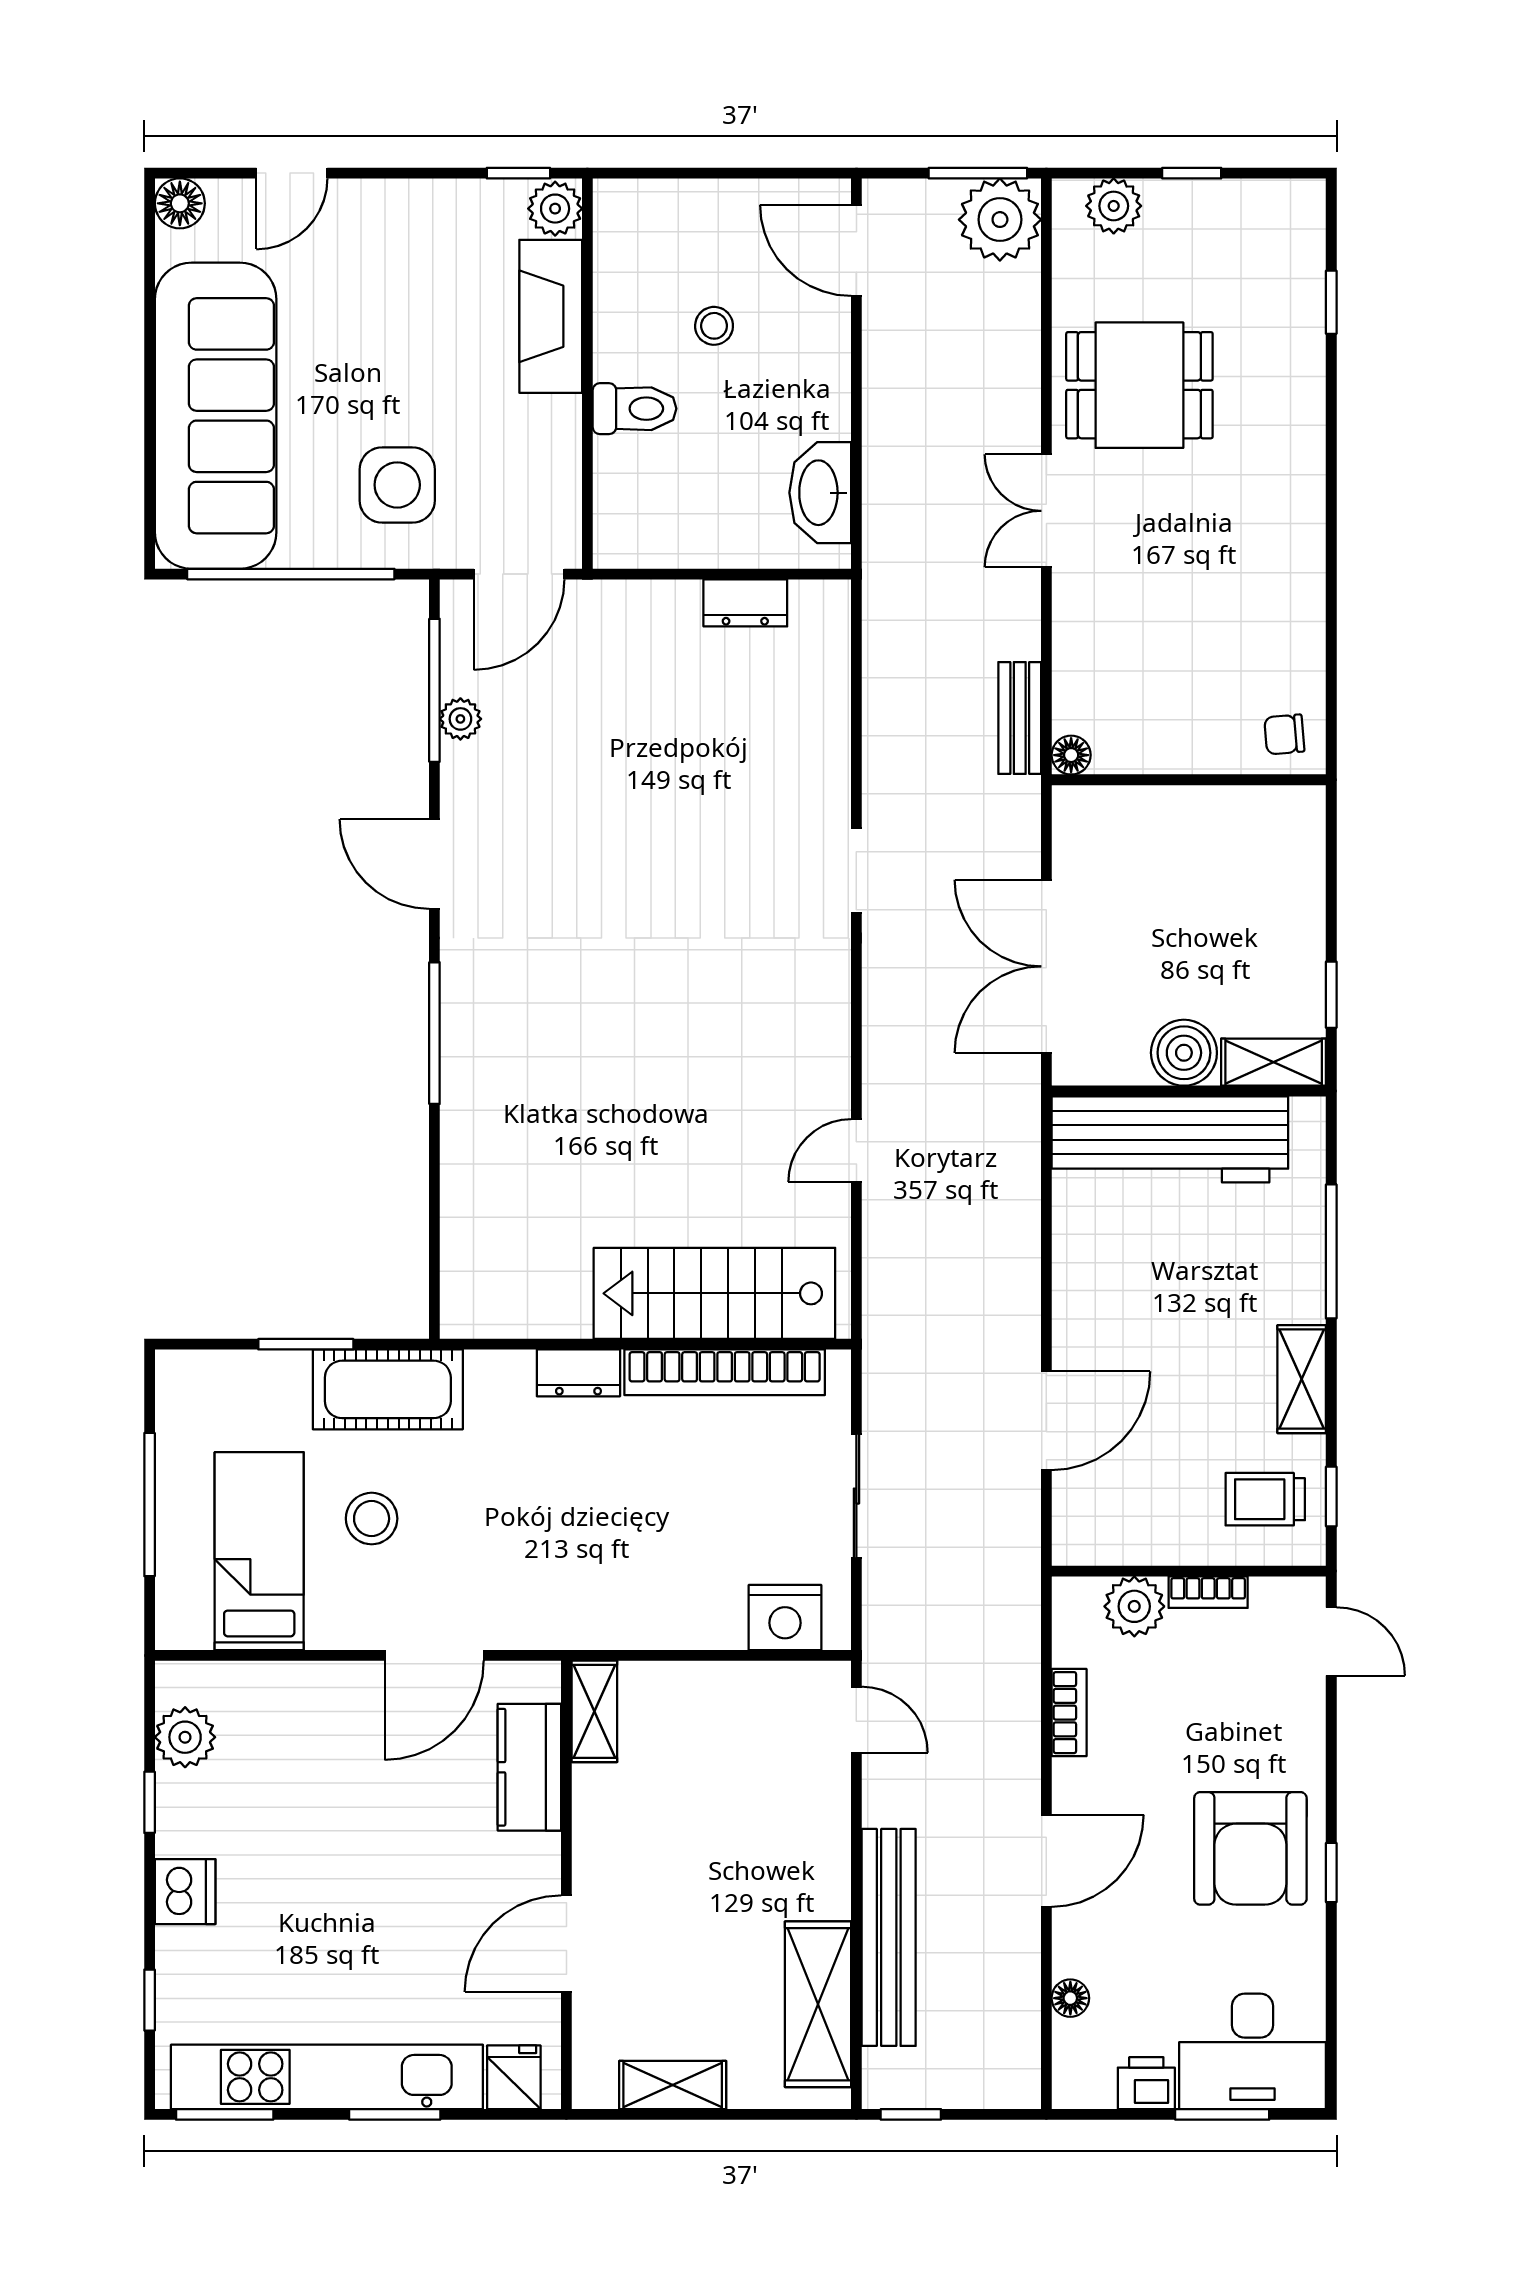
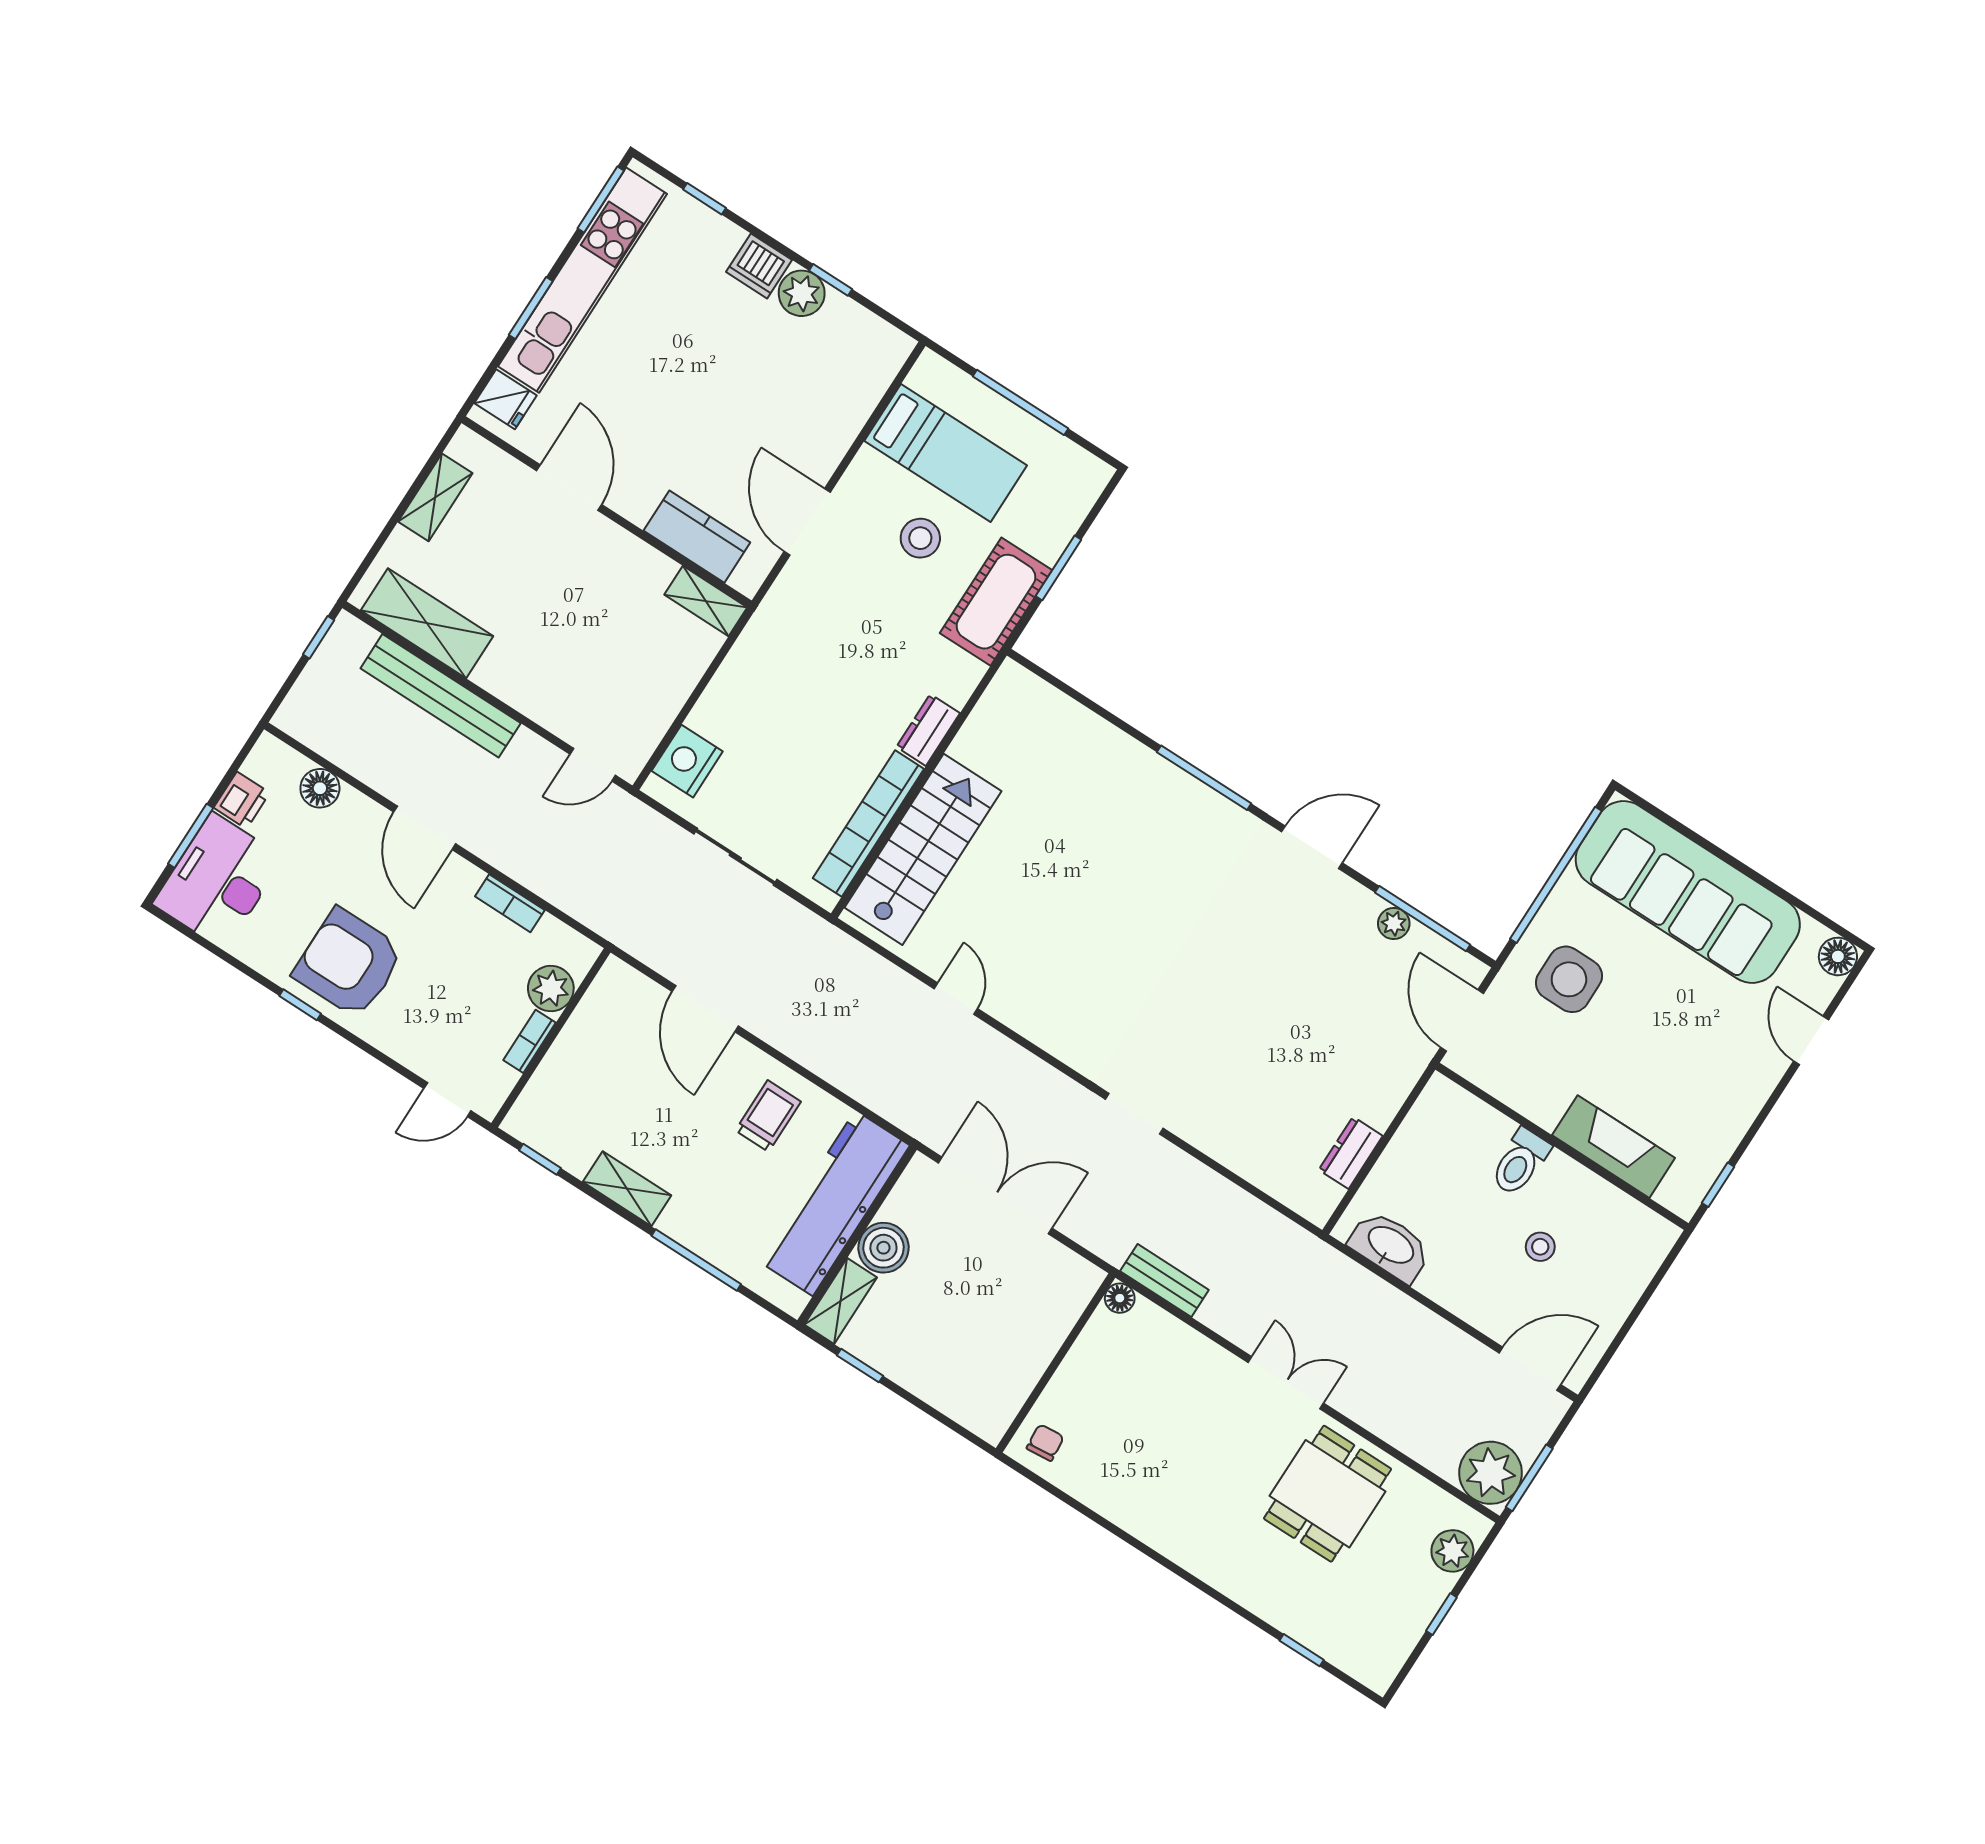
plant: (555, 209) -> (1680, 1194), removed
trolley: (1265, 1499) -> (768, 1116), moved
plant: (185, 1737) -> (802, 293), moved
floor lamp: (1070, 1998) -> (320, 788), width x1.37, depth x1.37

